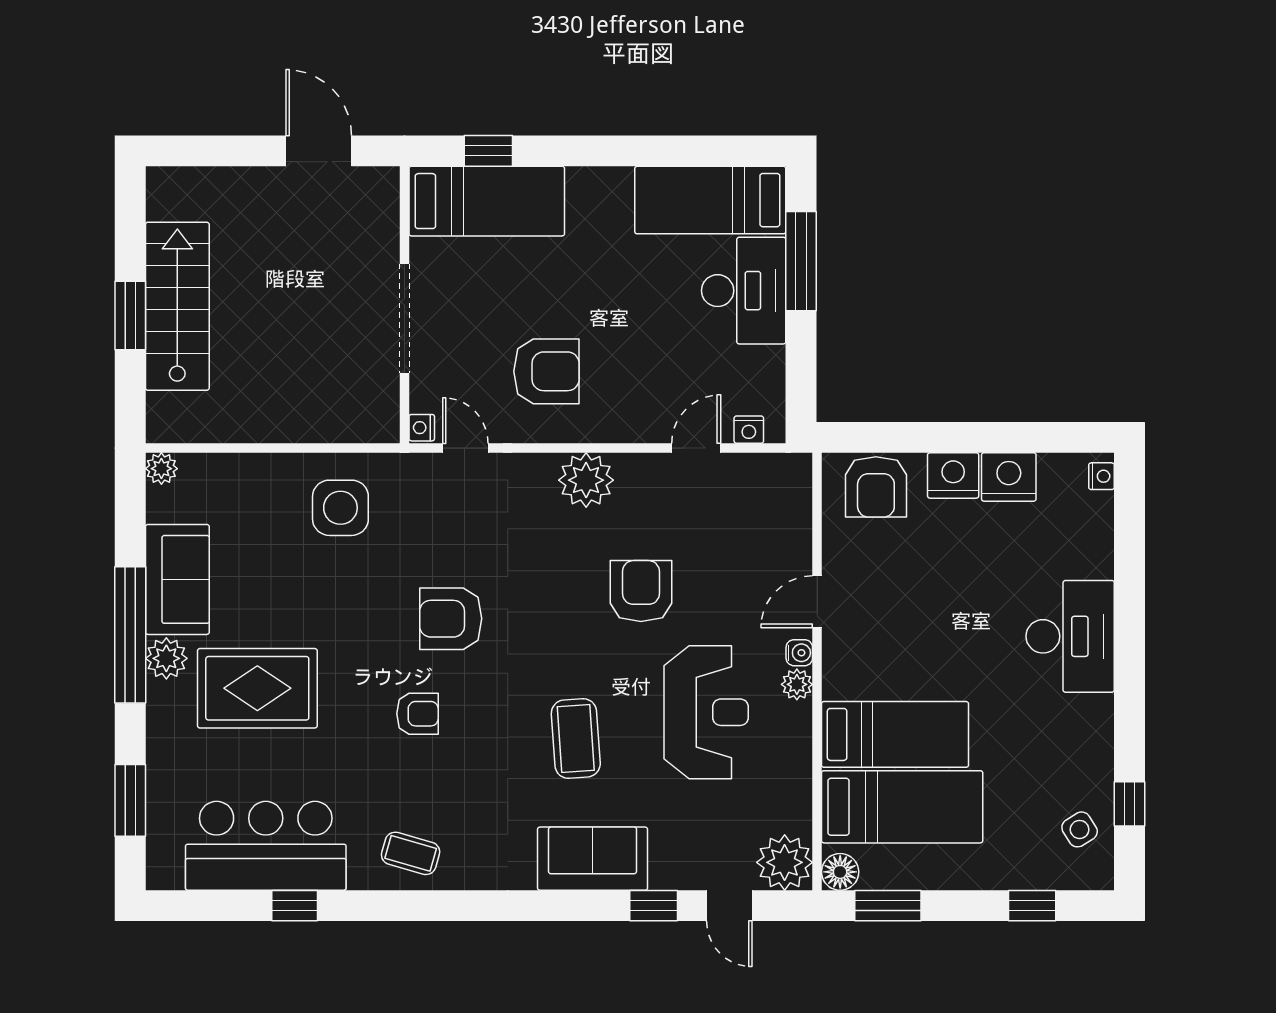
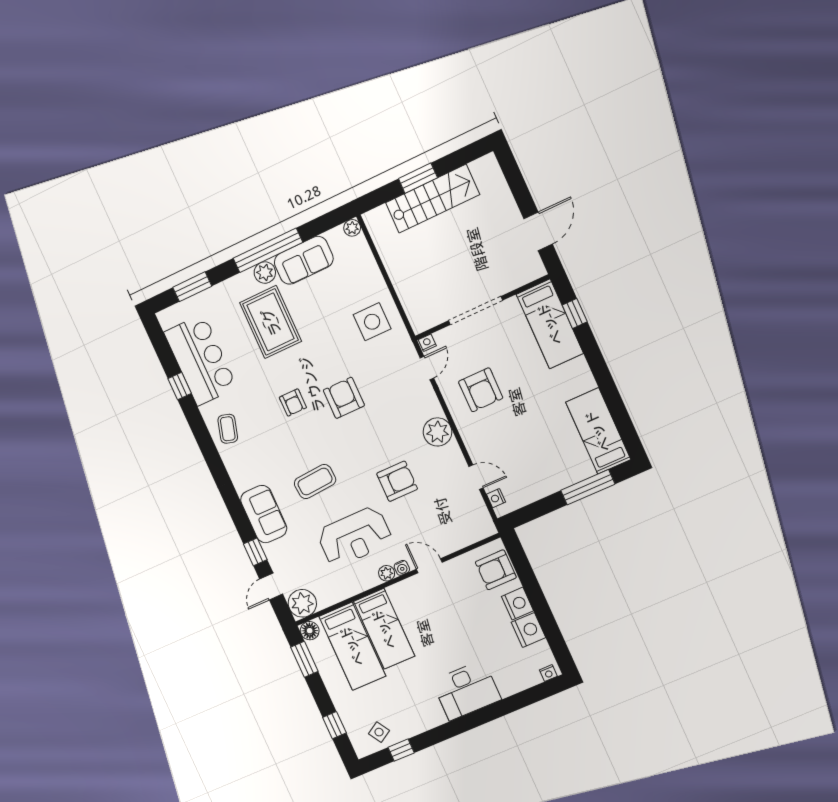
desk: (744, 291) -> (562, 466), removed

